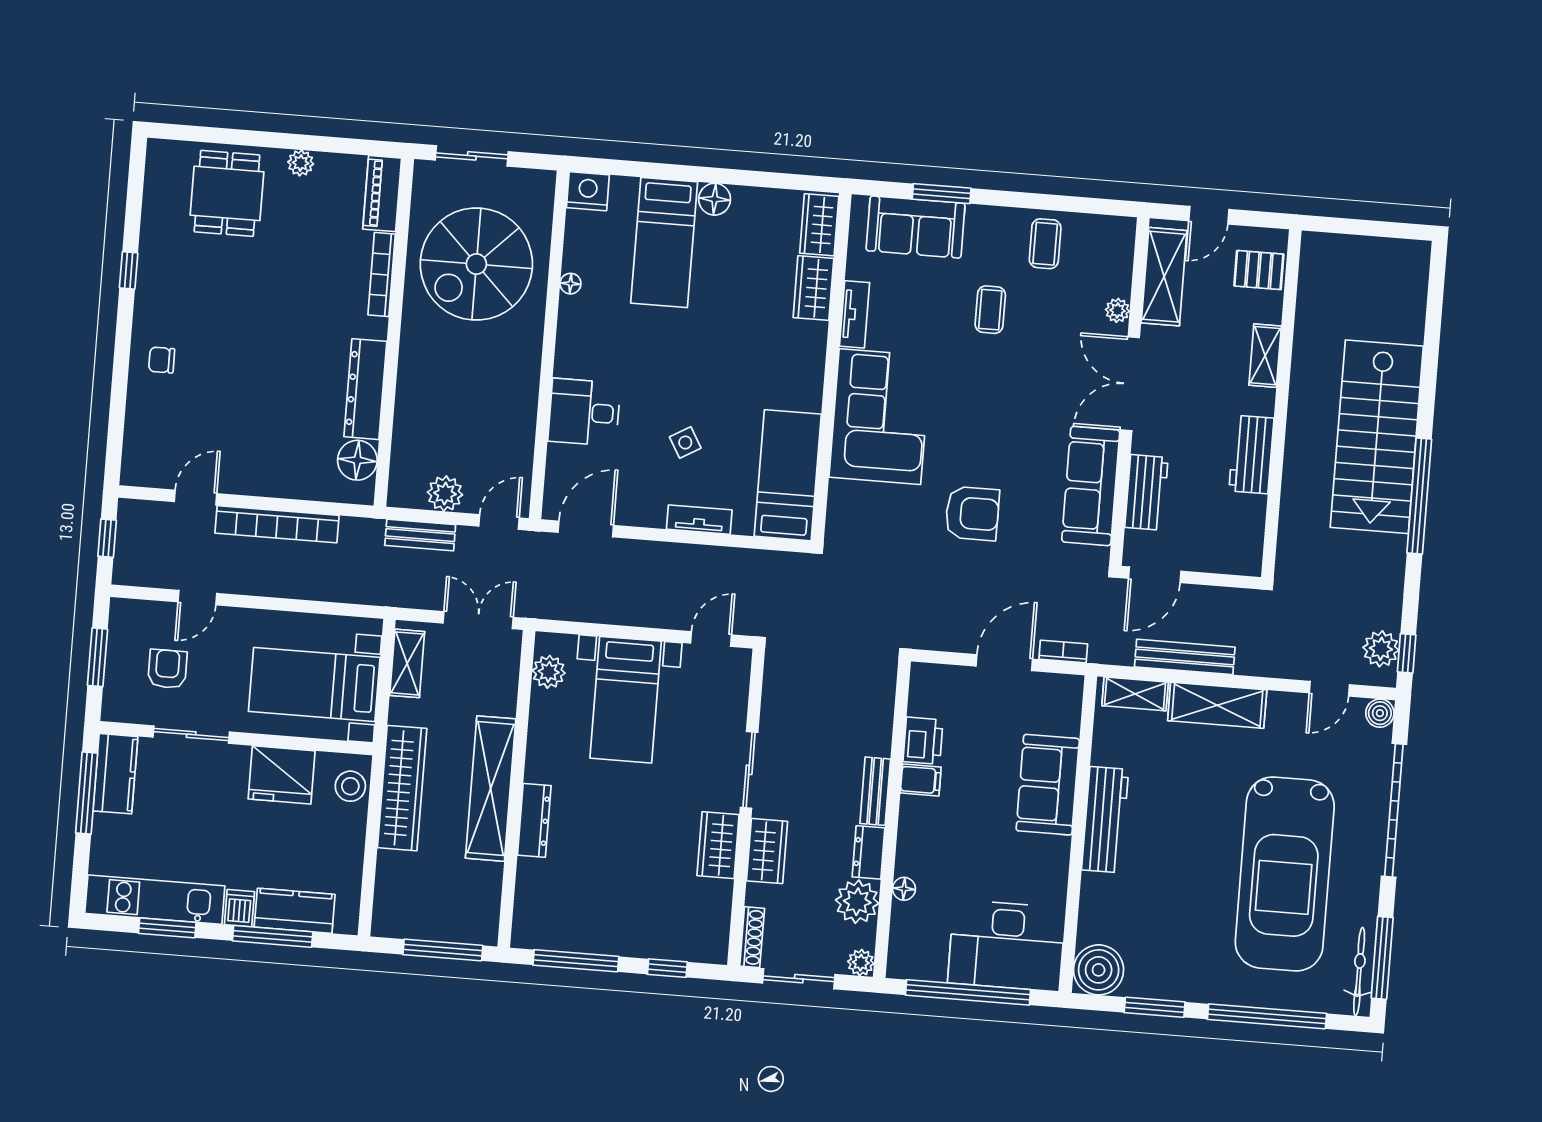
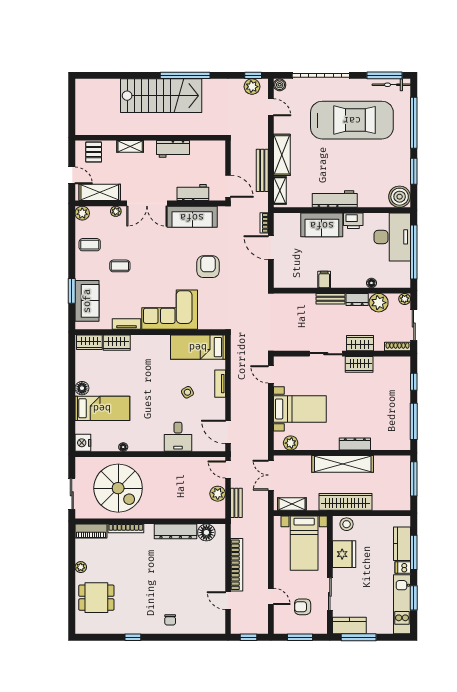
plant: (1119, 232) -> (82, 213), added
printer: (923, 741) -> (353, 221), moved, turned 180

